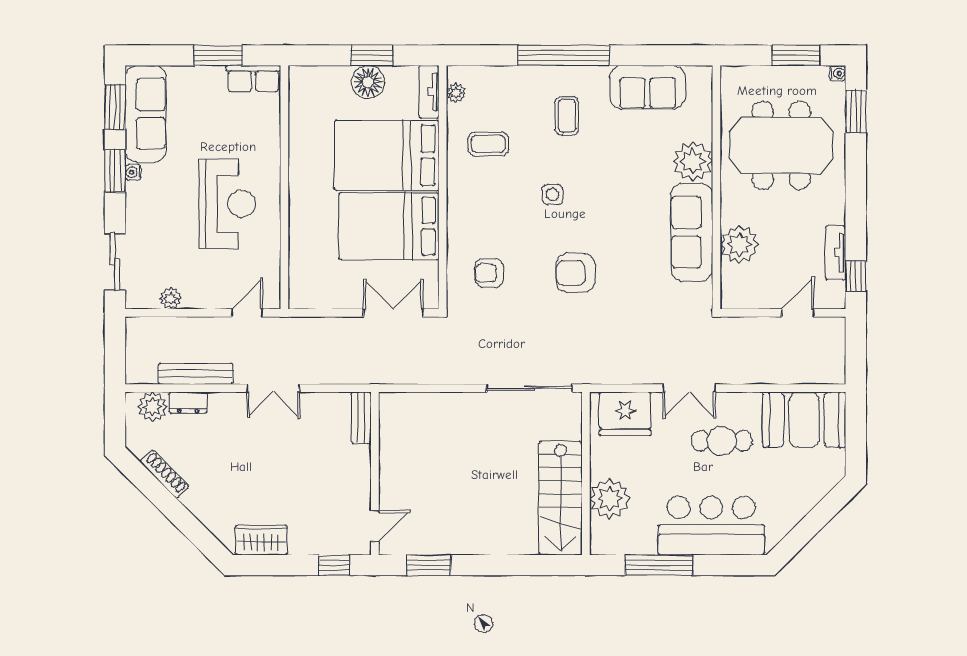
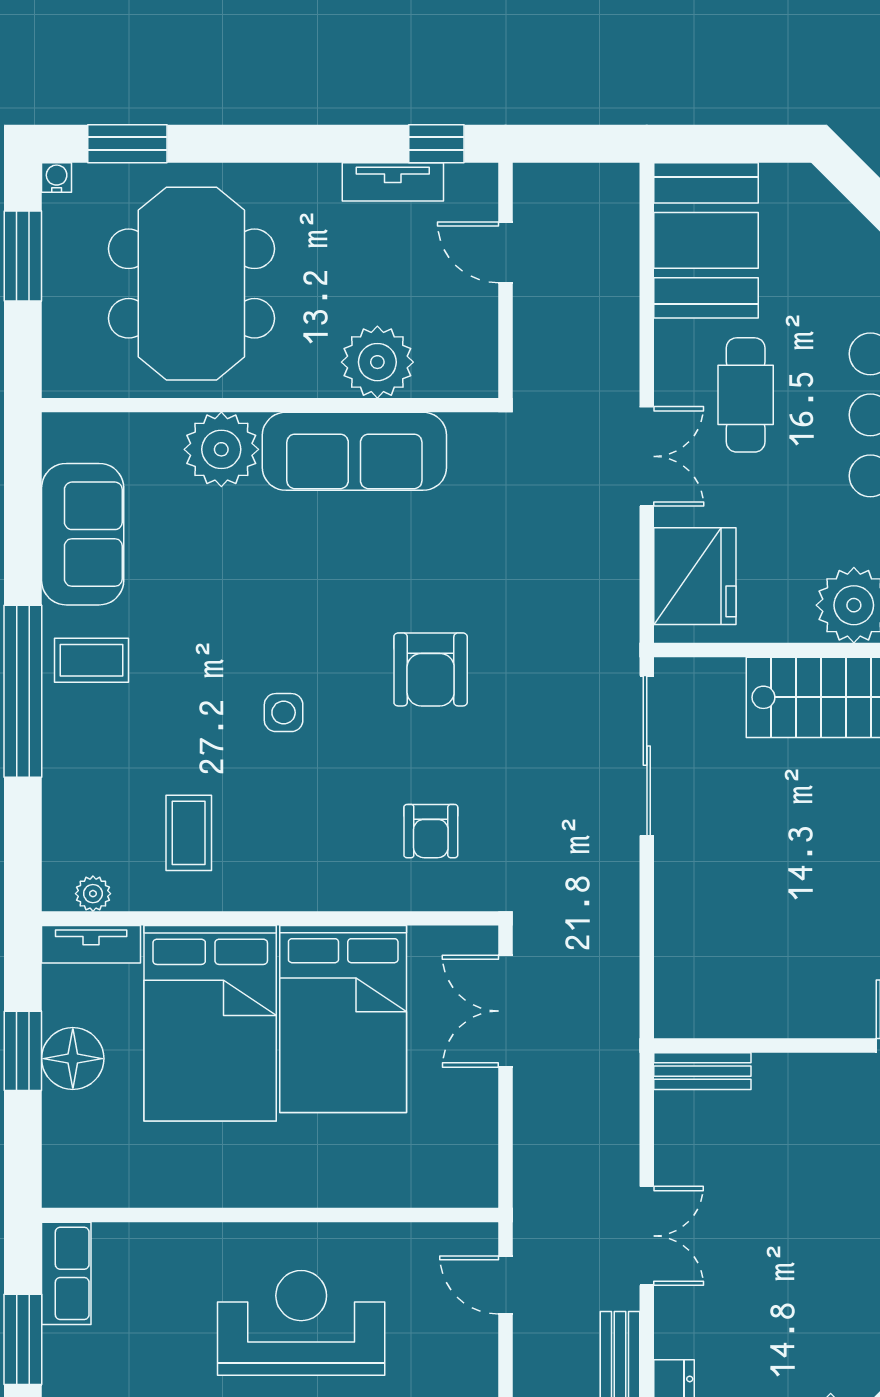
coffee table: (567, 116) -> (92, 660), moved

